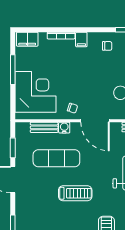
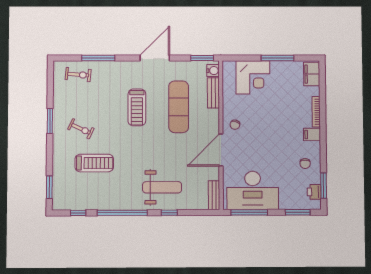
corner desk: (35, 92) -> (253, 77), width x0.74, depth x0.74
water cooler: (64, 128) -> (213, 71), moved
window: (13, 148) -> (202, 58), moved
treadmill: (75, 193) -> (137, 107), moved

